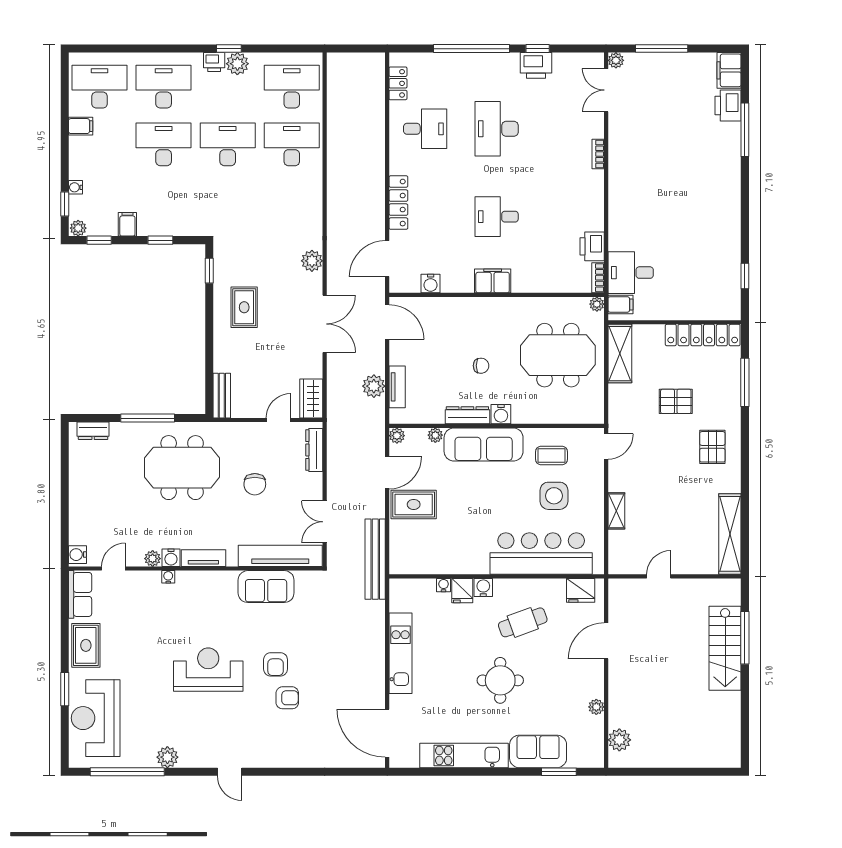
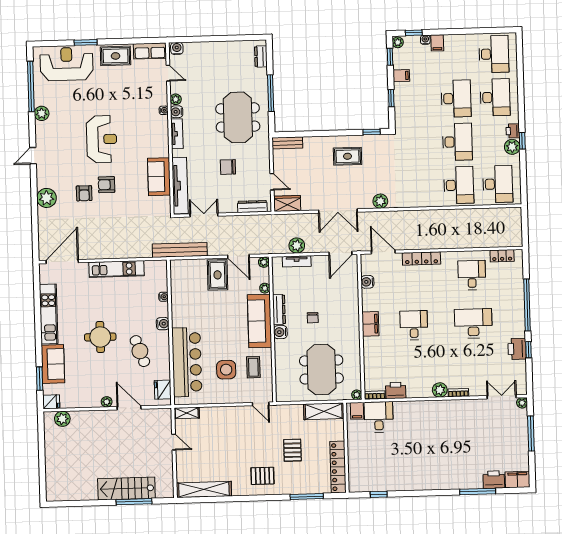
filing cabinet: (81, 126) -> (437, 43), moved
desk: (425, 129) -> (472, 275), turned 180
plant: (593, 181) -> (440, 390), added
shelving: (616, 511) -> (187, 413), moved
fridge: (462, 591) -> (51, 402), moved, turned 180
plant: (596, 707) -> (107, 402), moved
plant: (293, 754) -> (47, 198), added

